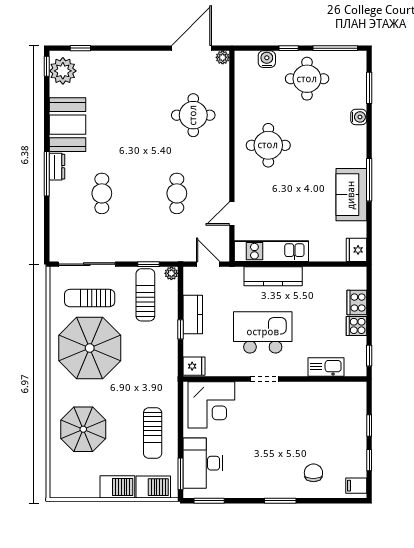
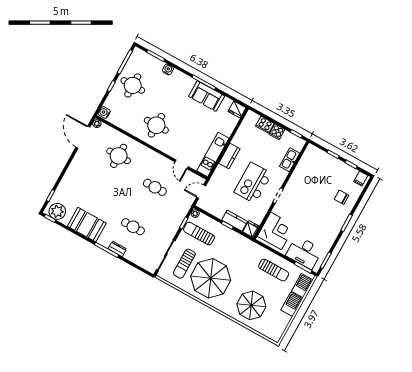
water cooler: (267, 59) -> (104, 112), moved
dresser: (57, 167) -> (117, 249), moved
kitchen counter: (273, 276) -> (229, 156), width x0.67
kitchen counter: (193, 314) -> (235, 221), moved

